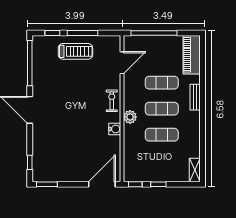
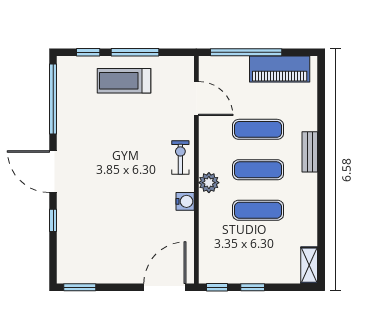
treadmill: (75, 51) -> (124, 81), turned 180
piano: (192, 55) -> (280, 69), moved, turned -90
door: (122, 63) -> (196, 99), hinge flipped
window: (30, 162) -> (53, 220), moved

